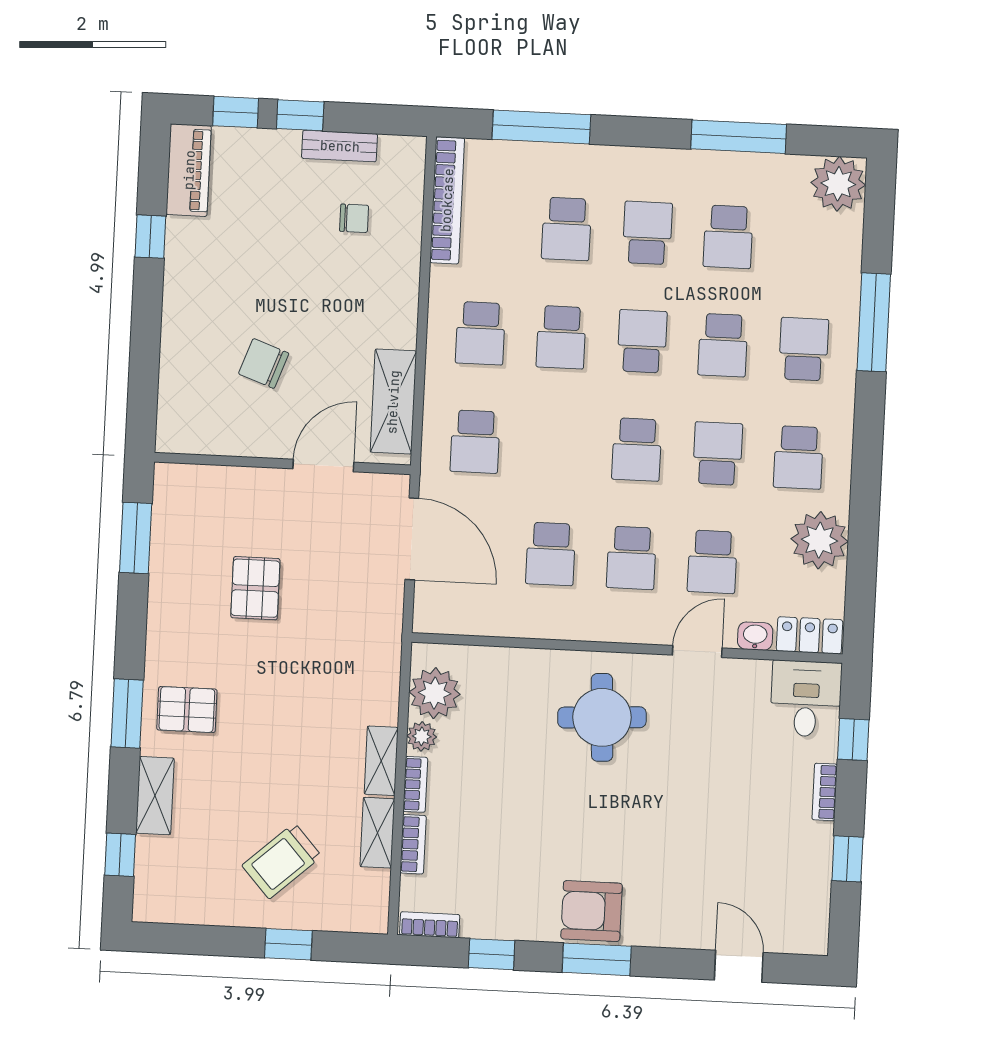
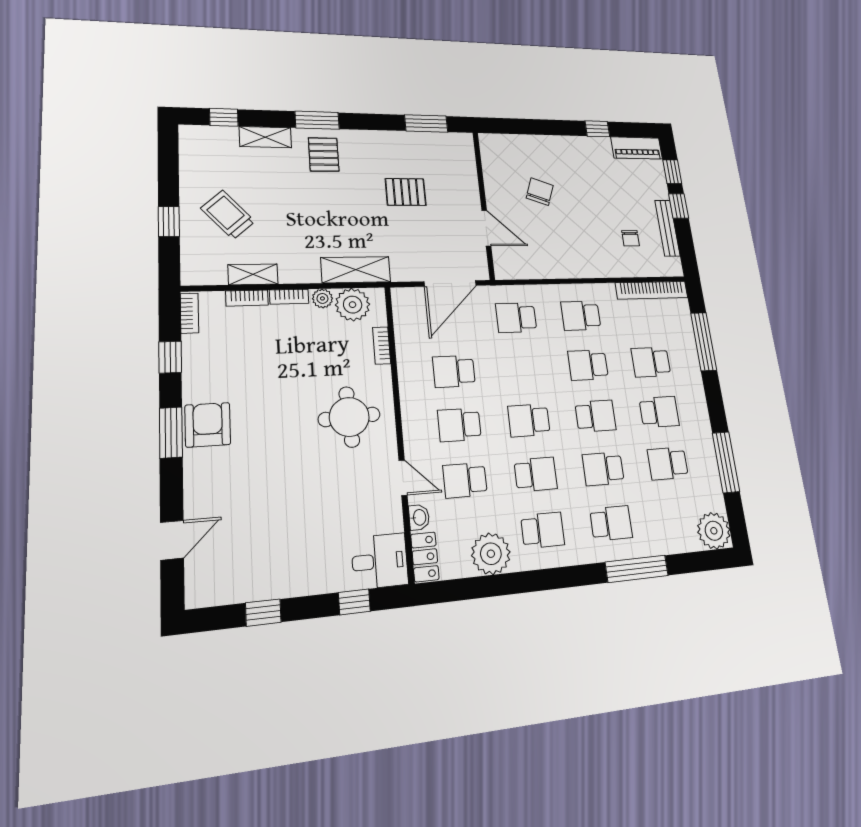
bench: (340, 146) -> (667, 228), width x1.36
shelving: (393, 402) -> (531, 267), removed
school desk: (798, 457) -> (543, 530), turned 180
shelving: (381, 761) -> (356, 270), moved, width x1.50, depth x1.33
bookcase: (825, 792) -> (382, 345), moved, turned -90

